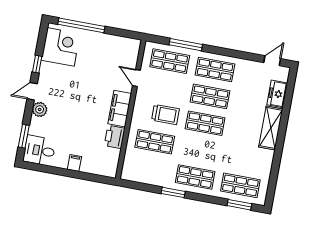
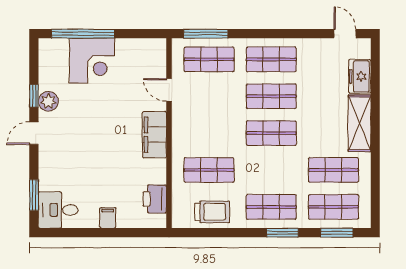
window: (186, 45) -> (206, 34), moved
corner desk: (61, 47) -> (92, 61), moved, turned 90
door: (272, 61) -> (345, 34), hinge flipped
plant: (40, 109) -> (48, 101), moved
trolley: (165, 114) -> (212, 212), moved
printer: (115, 137) -> (155, 199), moved
shop shelf: (245, 159) -> (333, 170), added
window: (173, 192) -> (282, 233), moved

